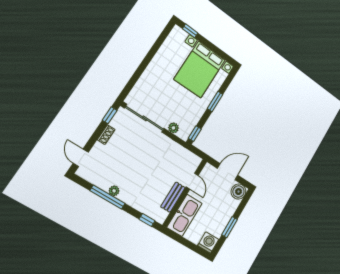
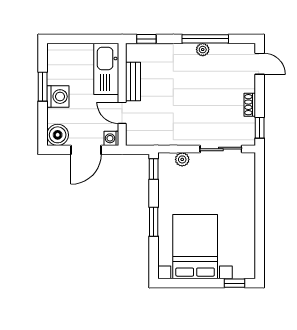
sliding door: (145, 118) -> (221, 149), width x0.73
washing machine: (208, 169) -> (111, 138), added
washing machine: (208, 243) -> (58, 97), moved, turned -90

